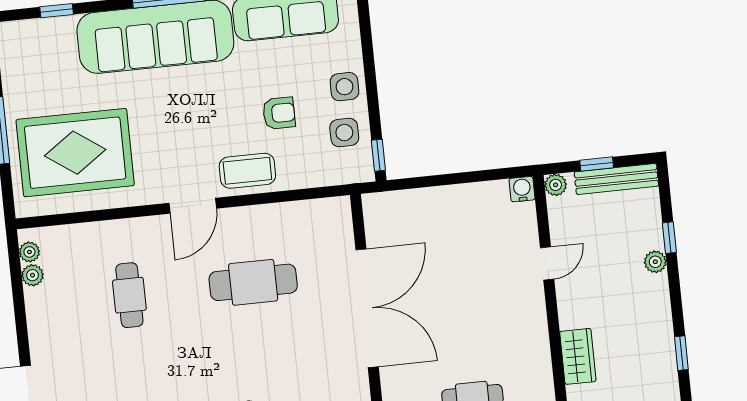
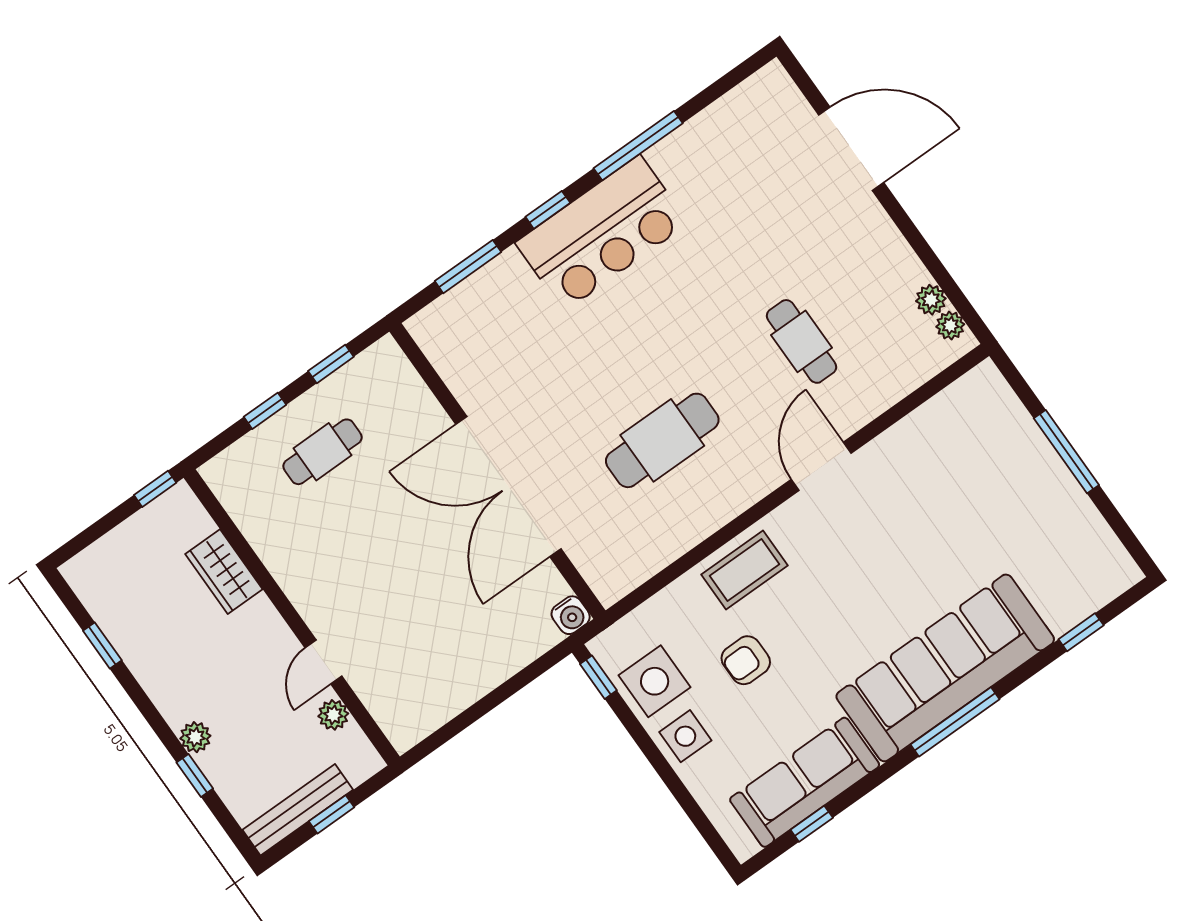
side table: (344, 133) -> (655, 681), width x1.37, depth x1.37
rug: (75, 153) -> (963, 475), removed
plant: (556, 185) -> (333, 715), moved
water cooler: (522, 189) -> (571, 615), moved
door: (193, 206) -> (821, 466), moved

